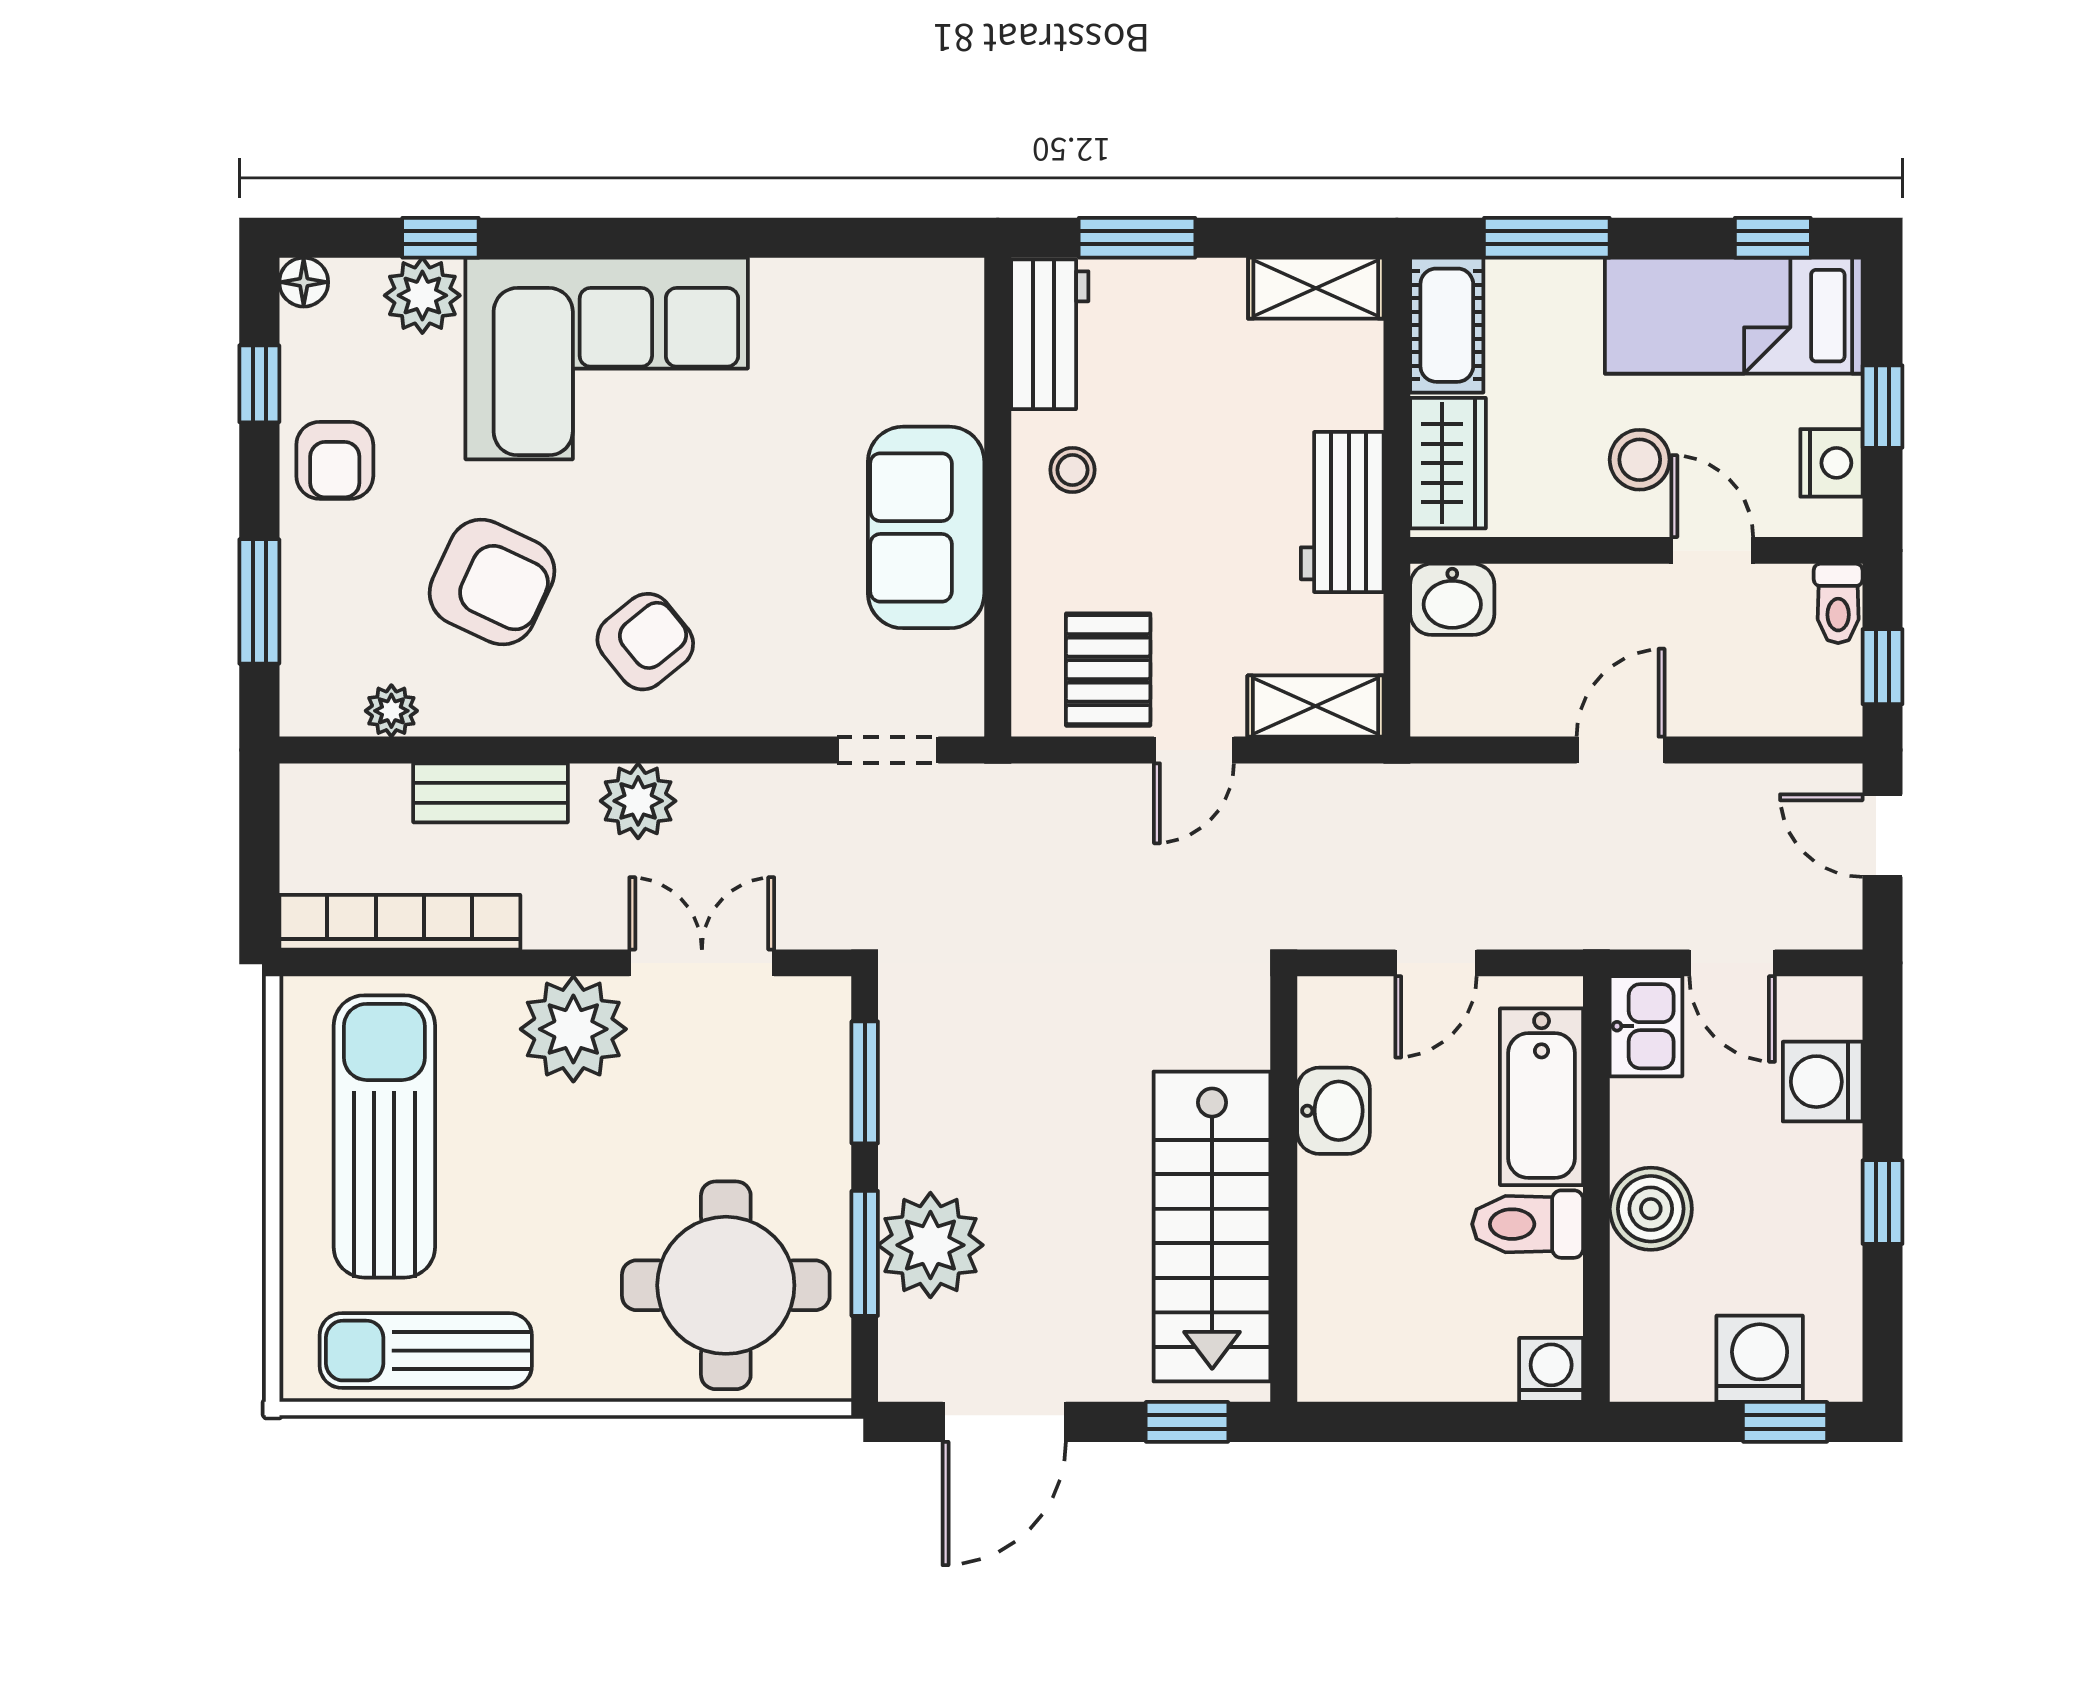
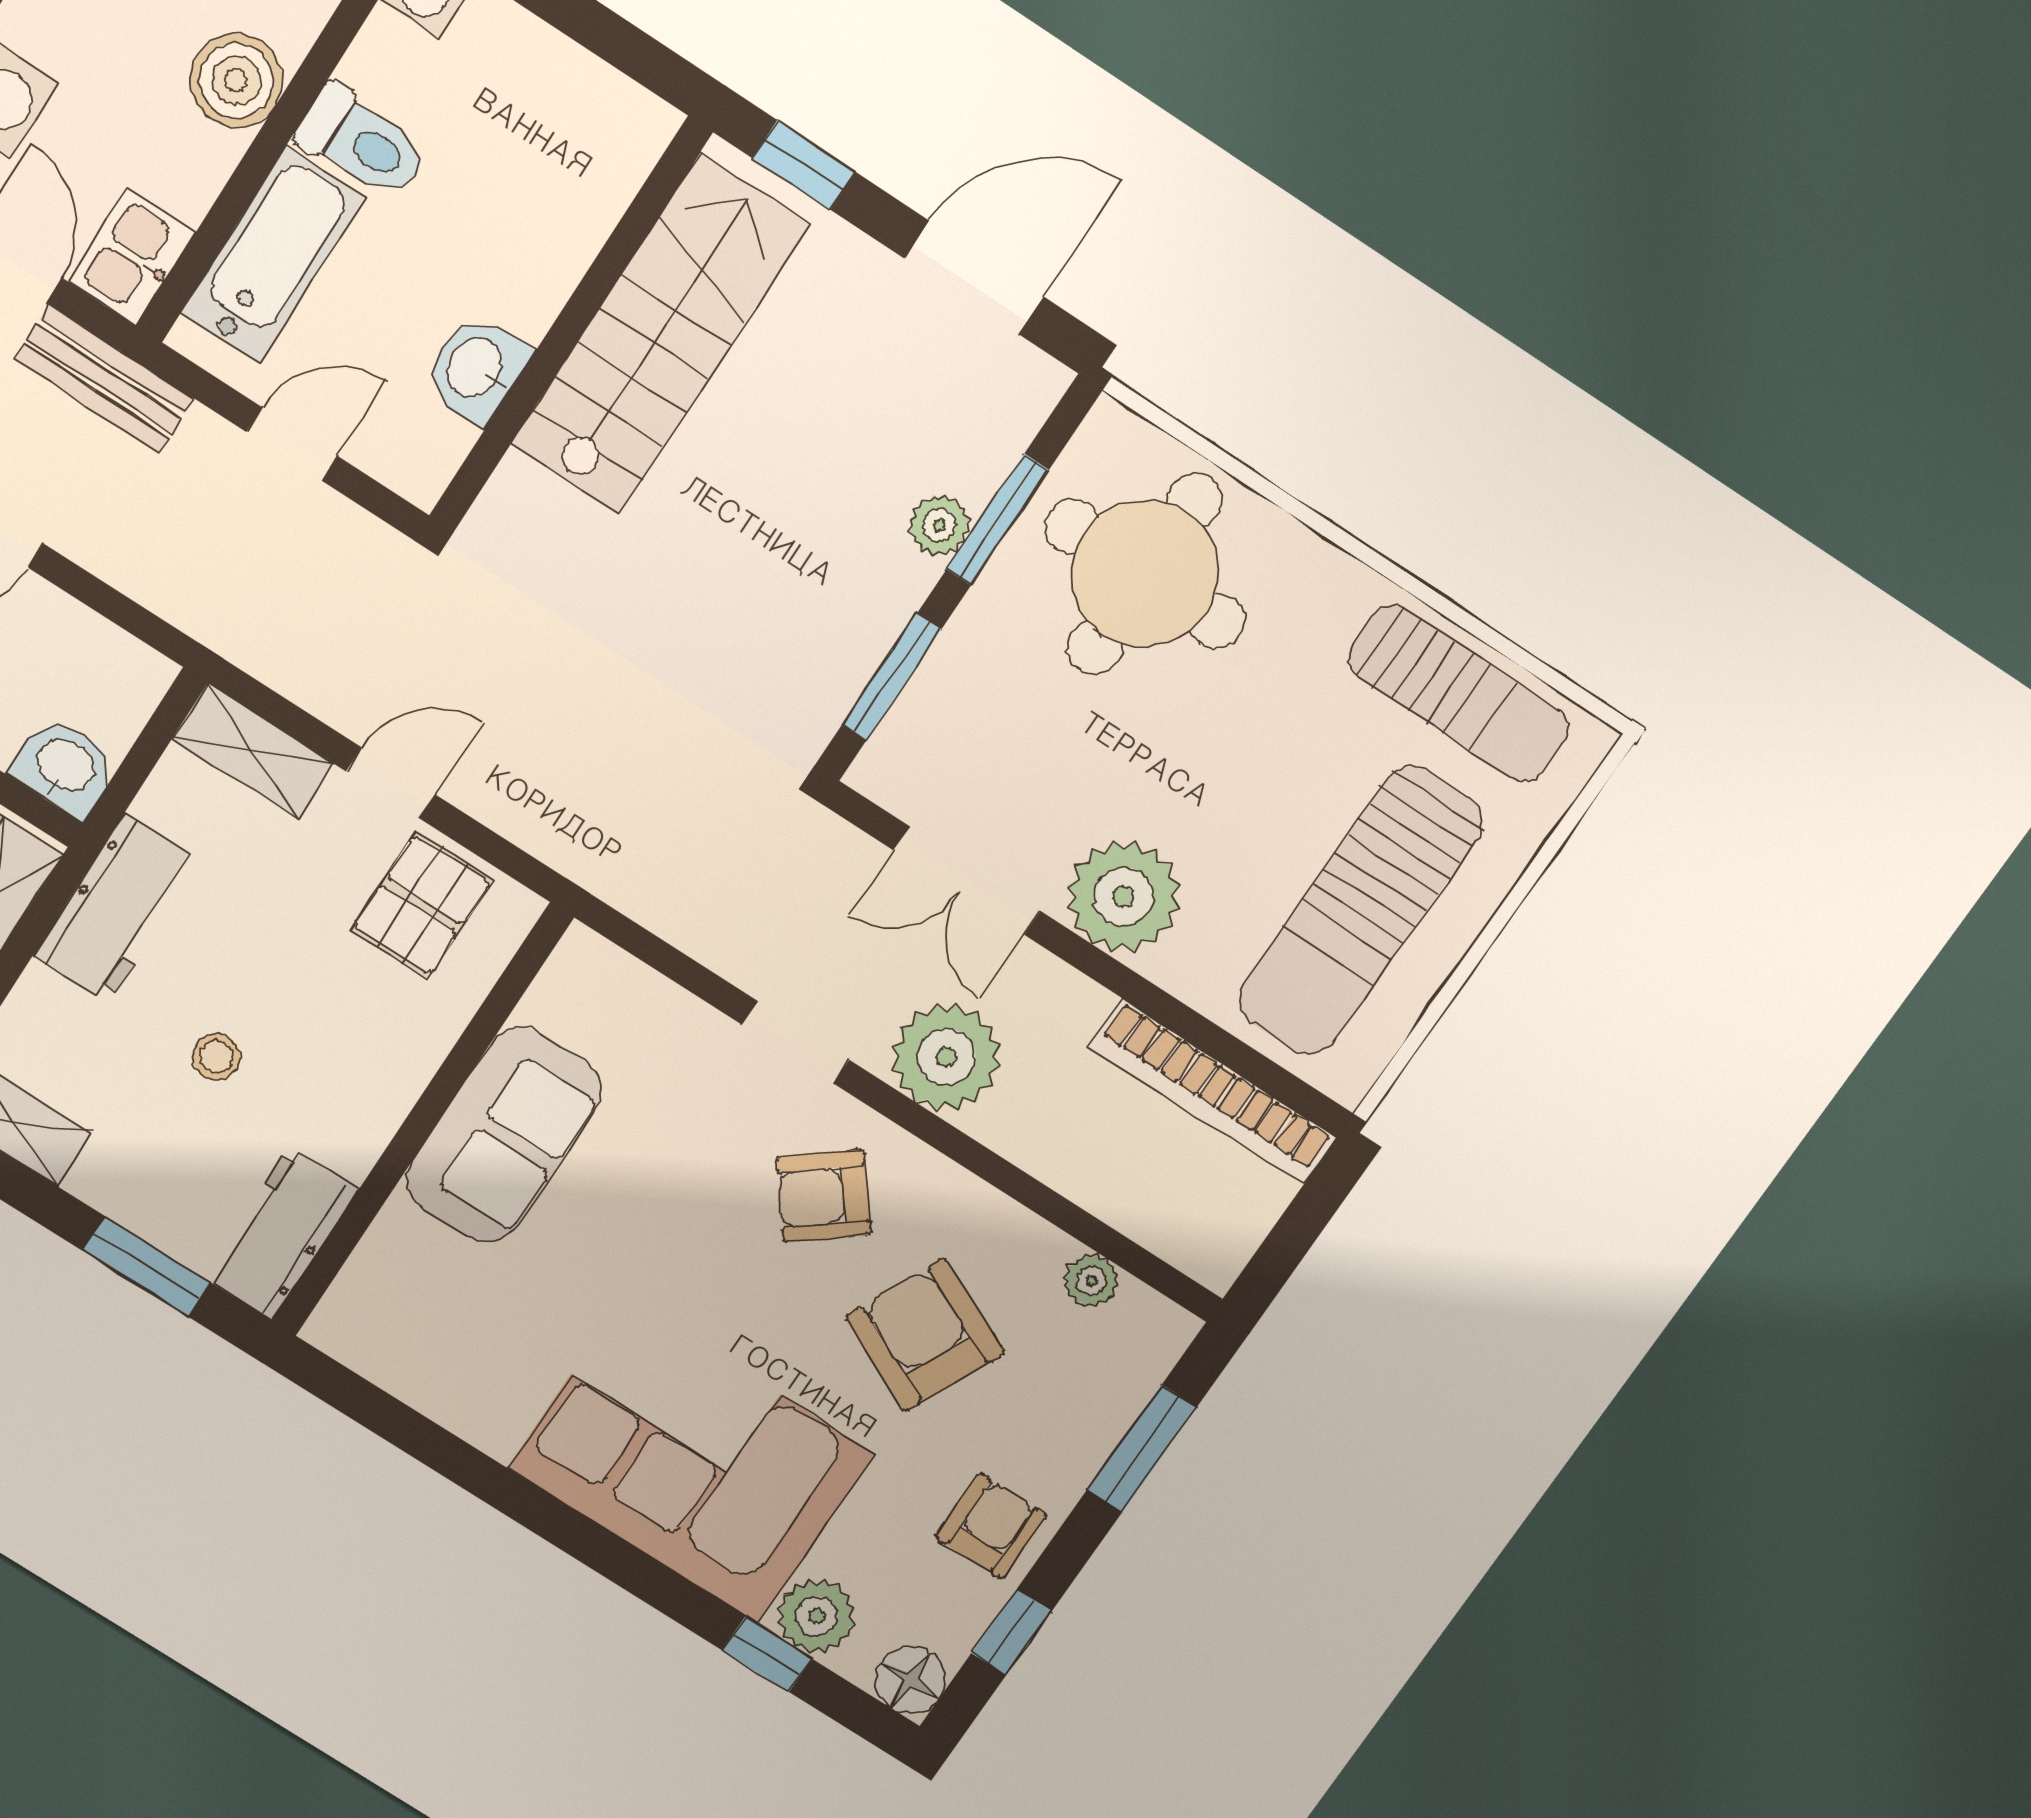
floor lamp: (304, 282) -> (910, 1680), width x1.37, depth x1.37
stool: (1072, 470) -> (216, 1057), moved
doorway: (888, 750) -> (796, 1042), moved
bench: (490, 793) -> (104, 379), moved
plant: (638, 801) -> (946, 1057), width x1.36, depth x1.36
plant: (930, 1245) -> (939, 525), width x0.53, depth x0.53

